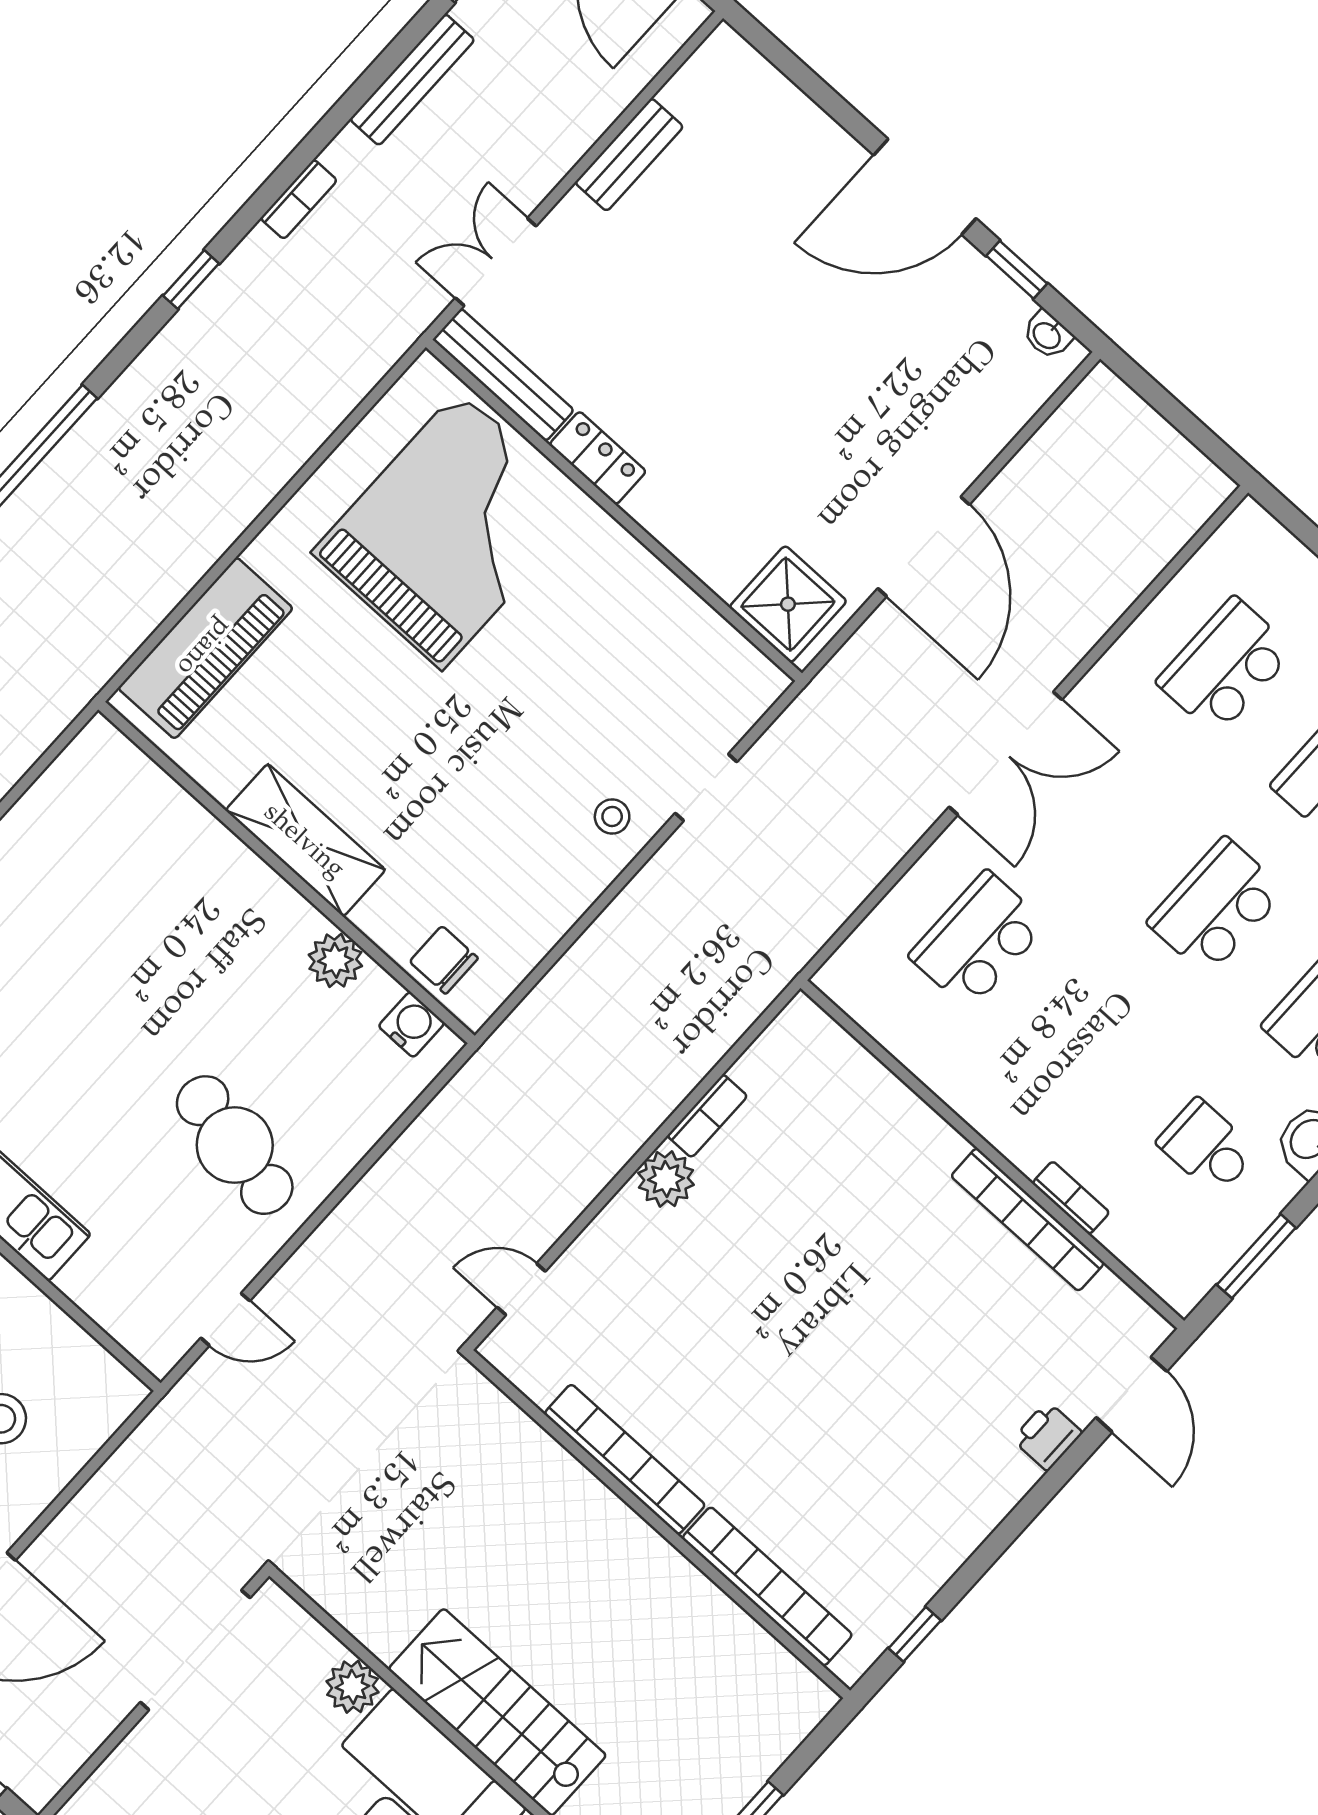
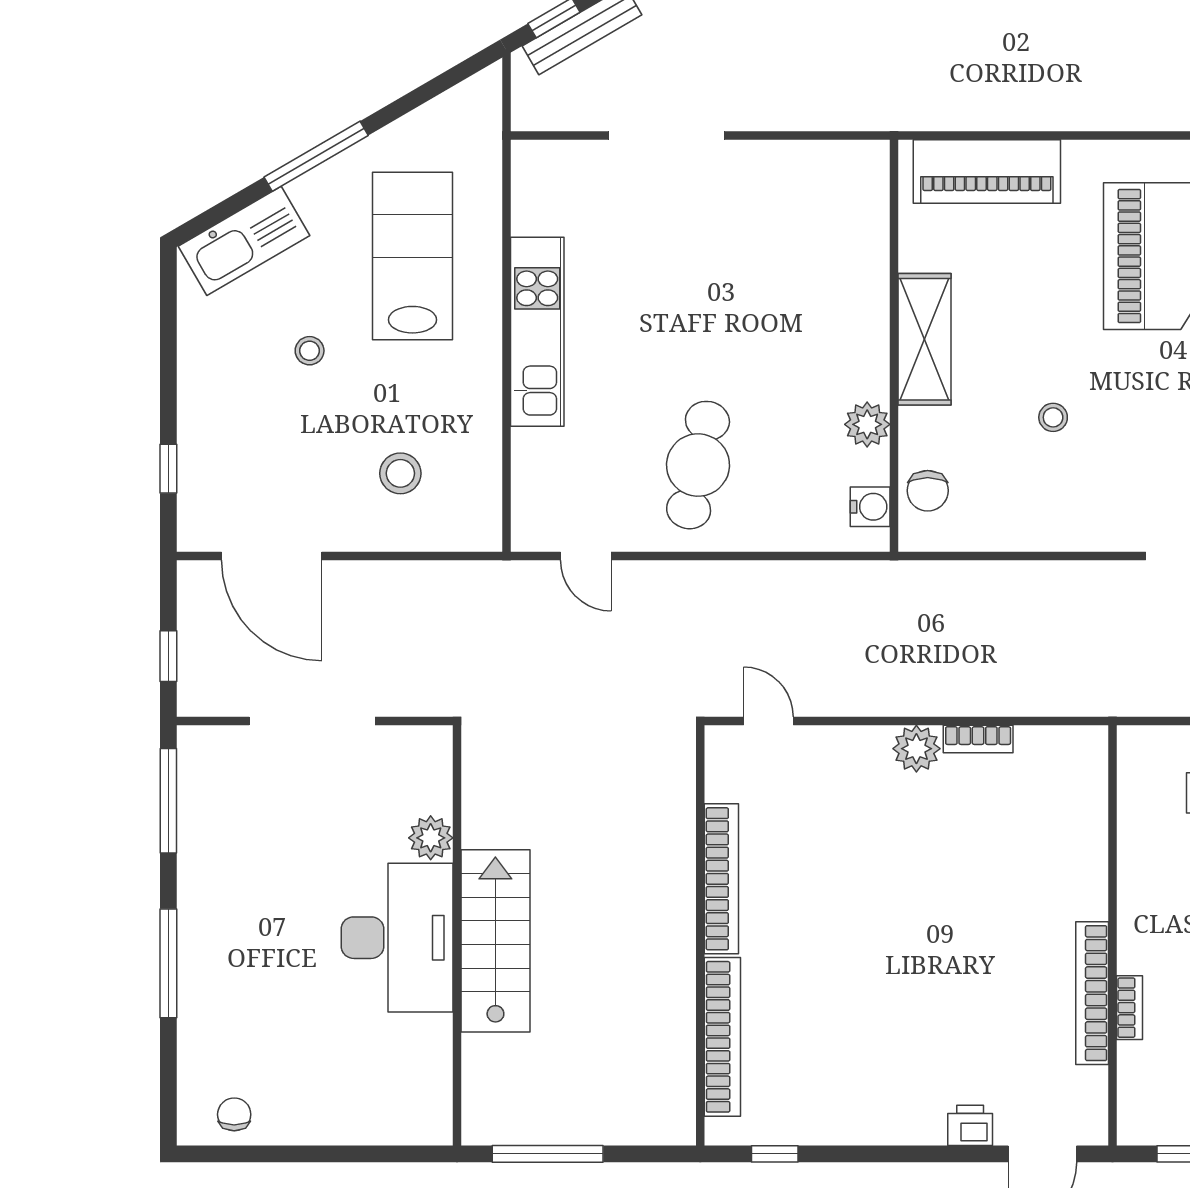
stool: (612, 816) -> (1053, 417), moved
chair: (444, 960) -> (928, 491), turned 180
doorway: (195, 1650) -> (312, 721), moved

